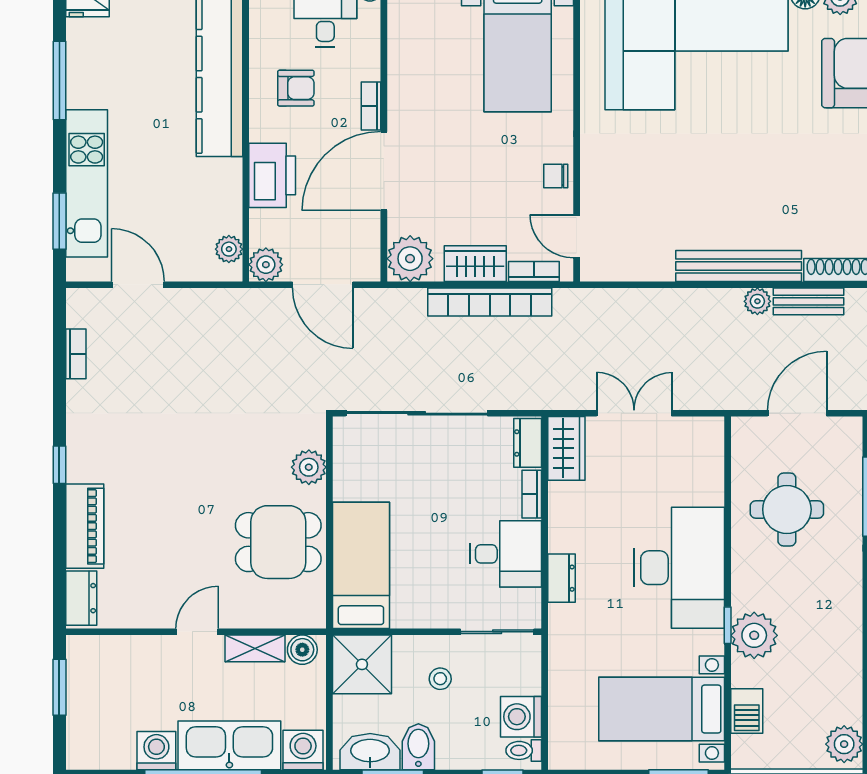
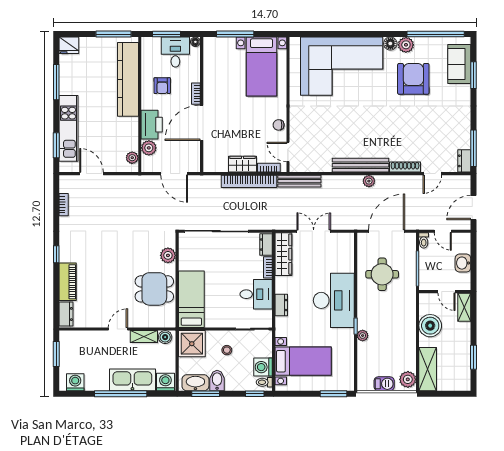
armchair: (296, 88) -> (162, 86), turned 90
plant: (410, 259) -> (213, 162), removed
plant: (266, 265) -> (149, 148), moved
bench: (808, 301) -> (299, 181), moved, width x1.36
door: (797, 413) -> (387, 231), width x1.36
wardrobe: (566, 448) -> (283, 254), width x1.50
plant: (754, 635) -> (363, 336), width x0.53, depth x0.53
bed with nightstands: (662, 709) -> (303, 361), moved, turned 180
barbecue: (747, 711) -> (384, 384), moved, turned -90
washing machine: (156, 751) -> (75, 382), moved

